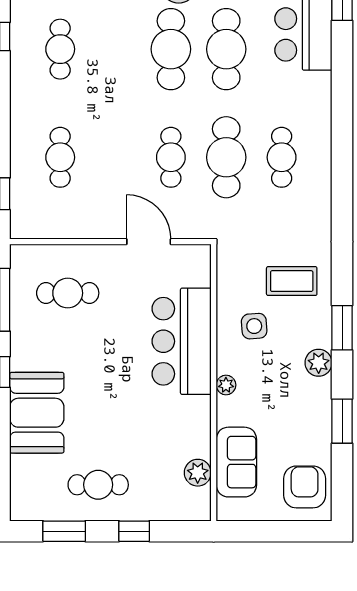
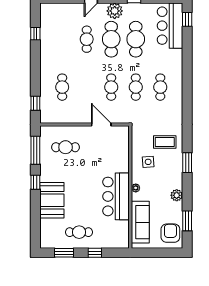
cafe table: (60, 49) -> (87, 39), moved
cafe table: (226, 157) -> (136, 87), width x0.73, depth x0.74
bar counter: (182, 341) -> (116, 196), moved
plant: (319, 363) -> (177, 195), moved
window: (342, 421) -> (187, 221), moved
sofa: (236, 462) -> (140, 222), width x1.36
plant: (198, 473) -> (123, 227), removed

